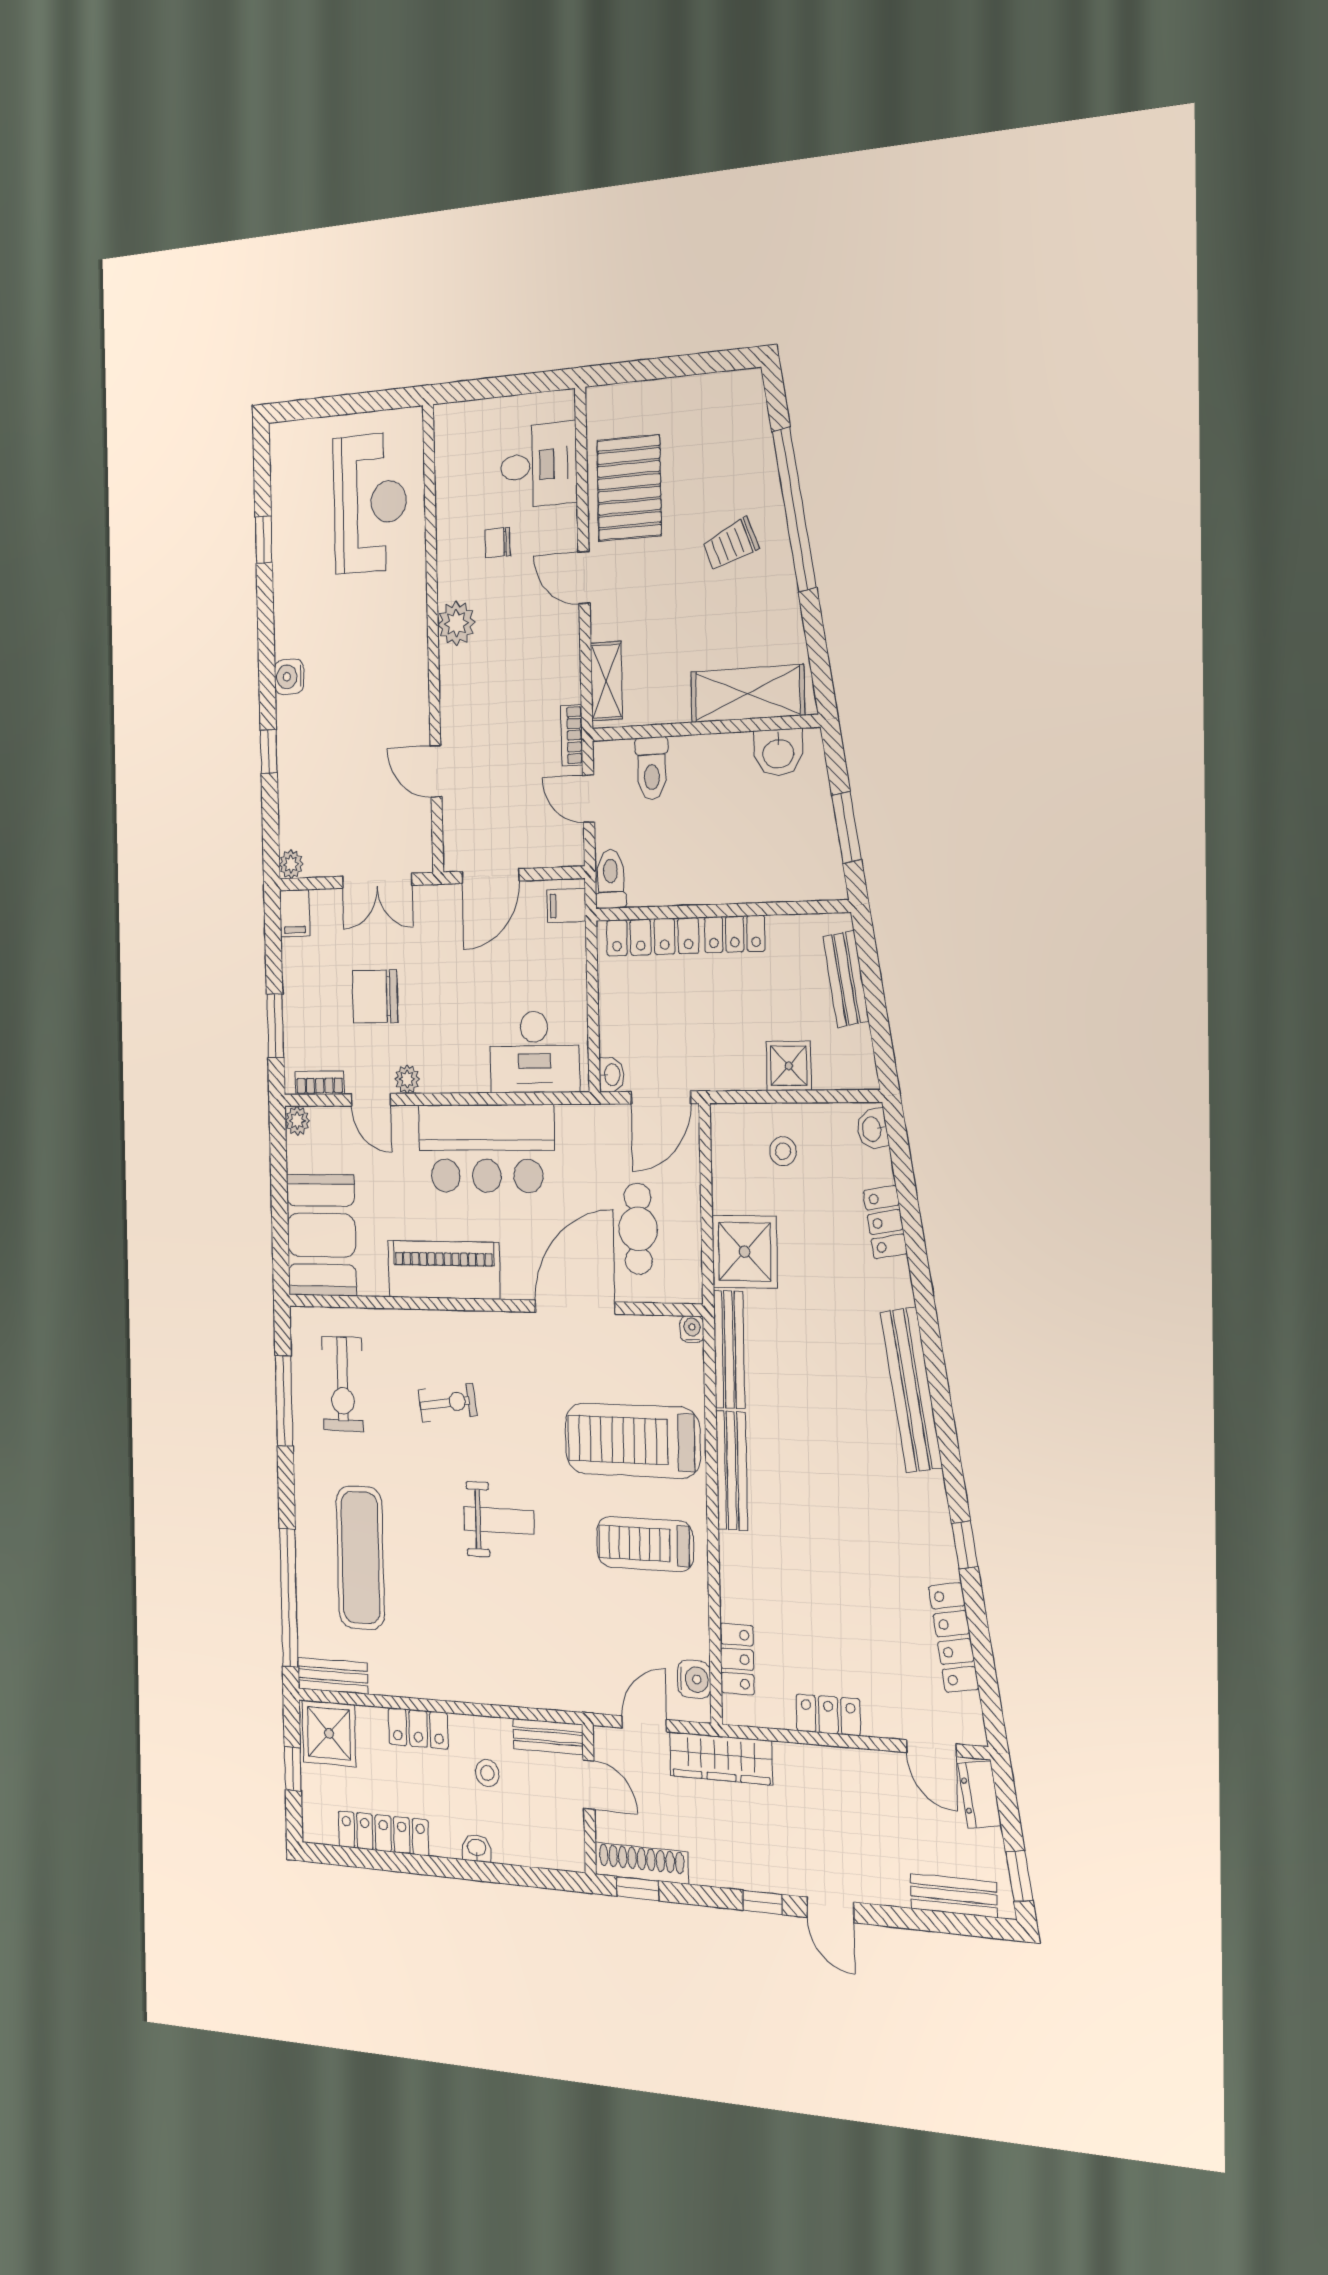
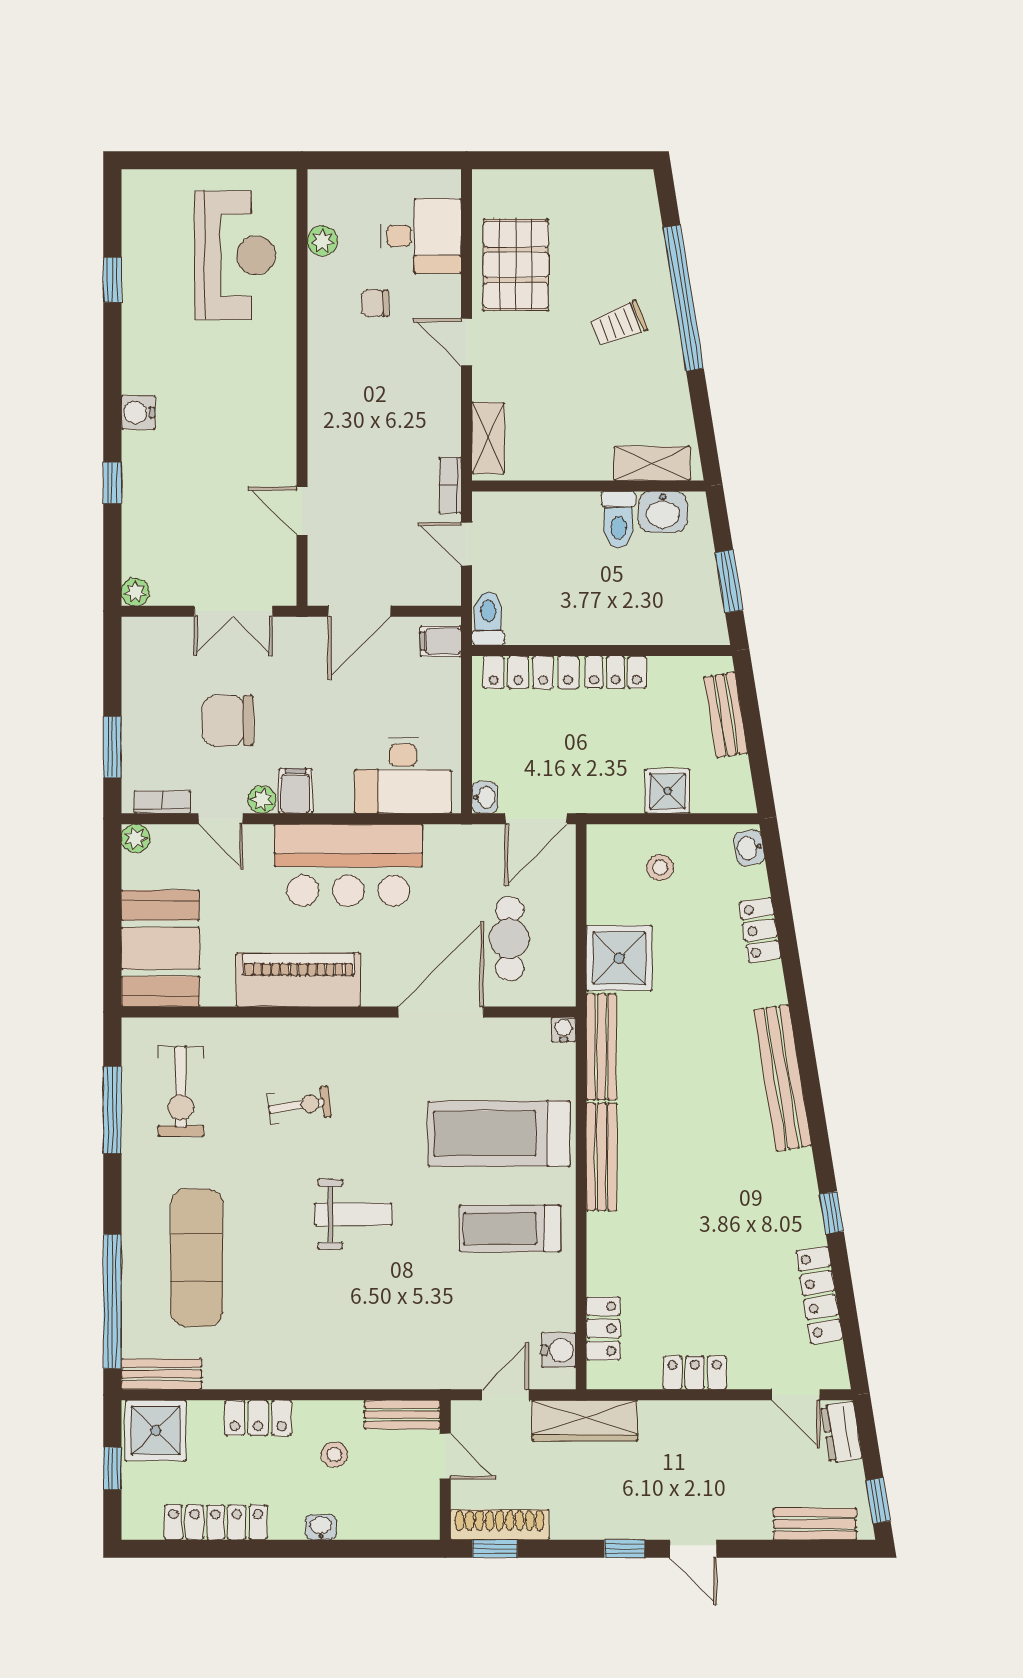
plant: (456, 623) -> (322, 241), moved, width x0.73, depth x0.73
shelving: (747, 694) -> (652, 463), width x0.67, depth x0.75
toilet: (652, 768) -> (619, 520), moved
filing cabinet: (295, 913) -> (296, 791), moved, turned 180

